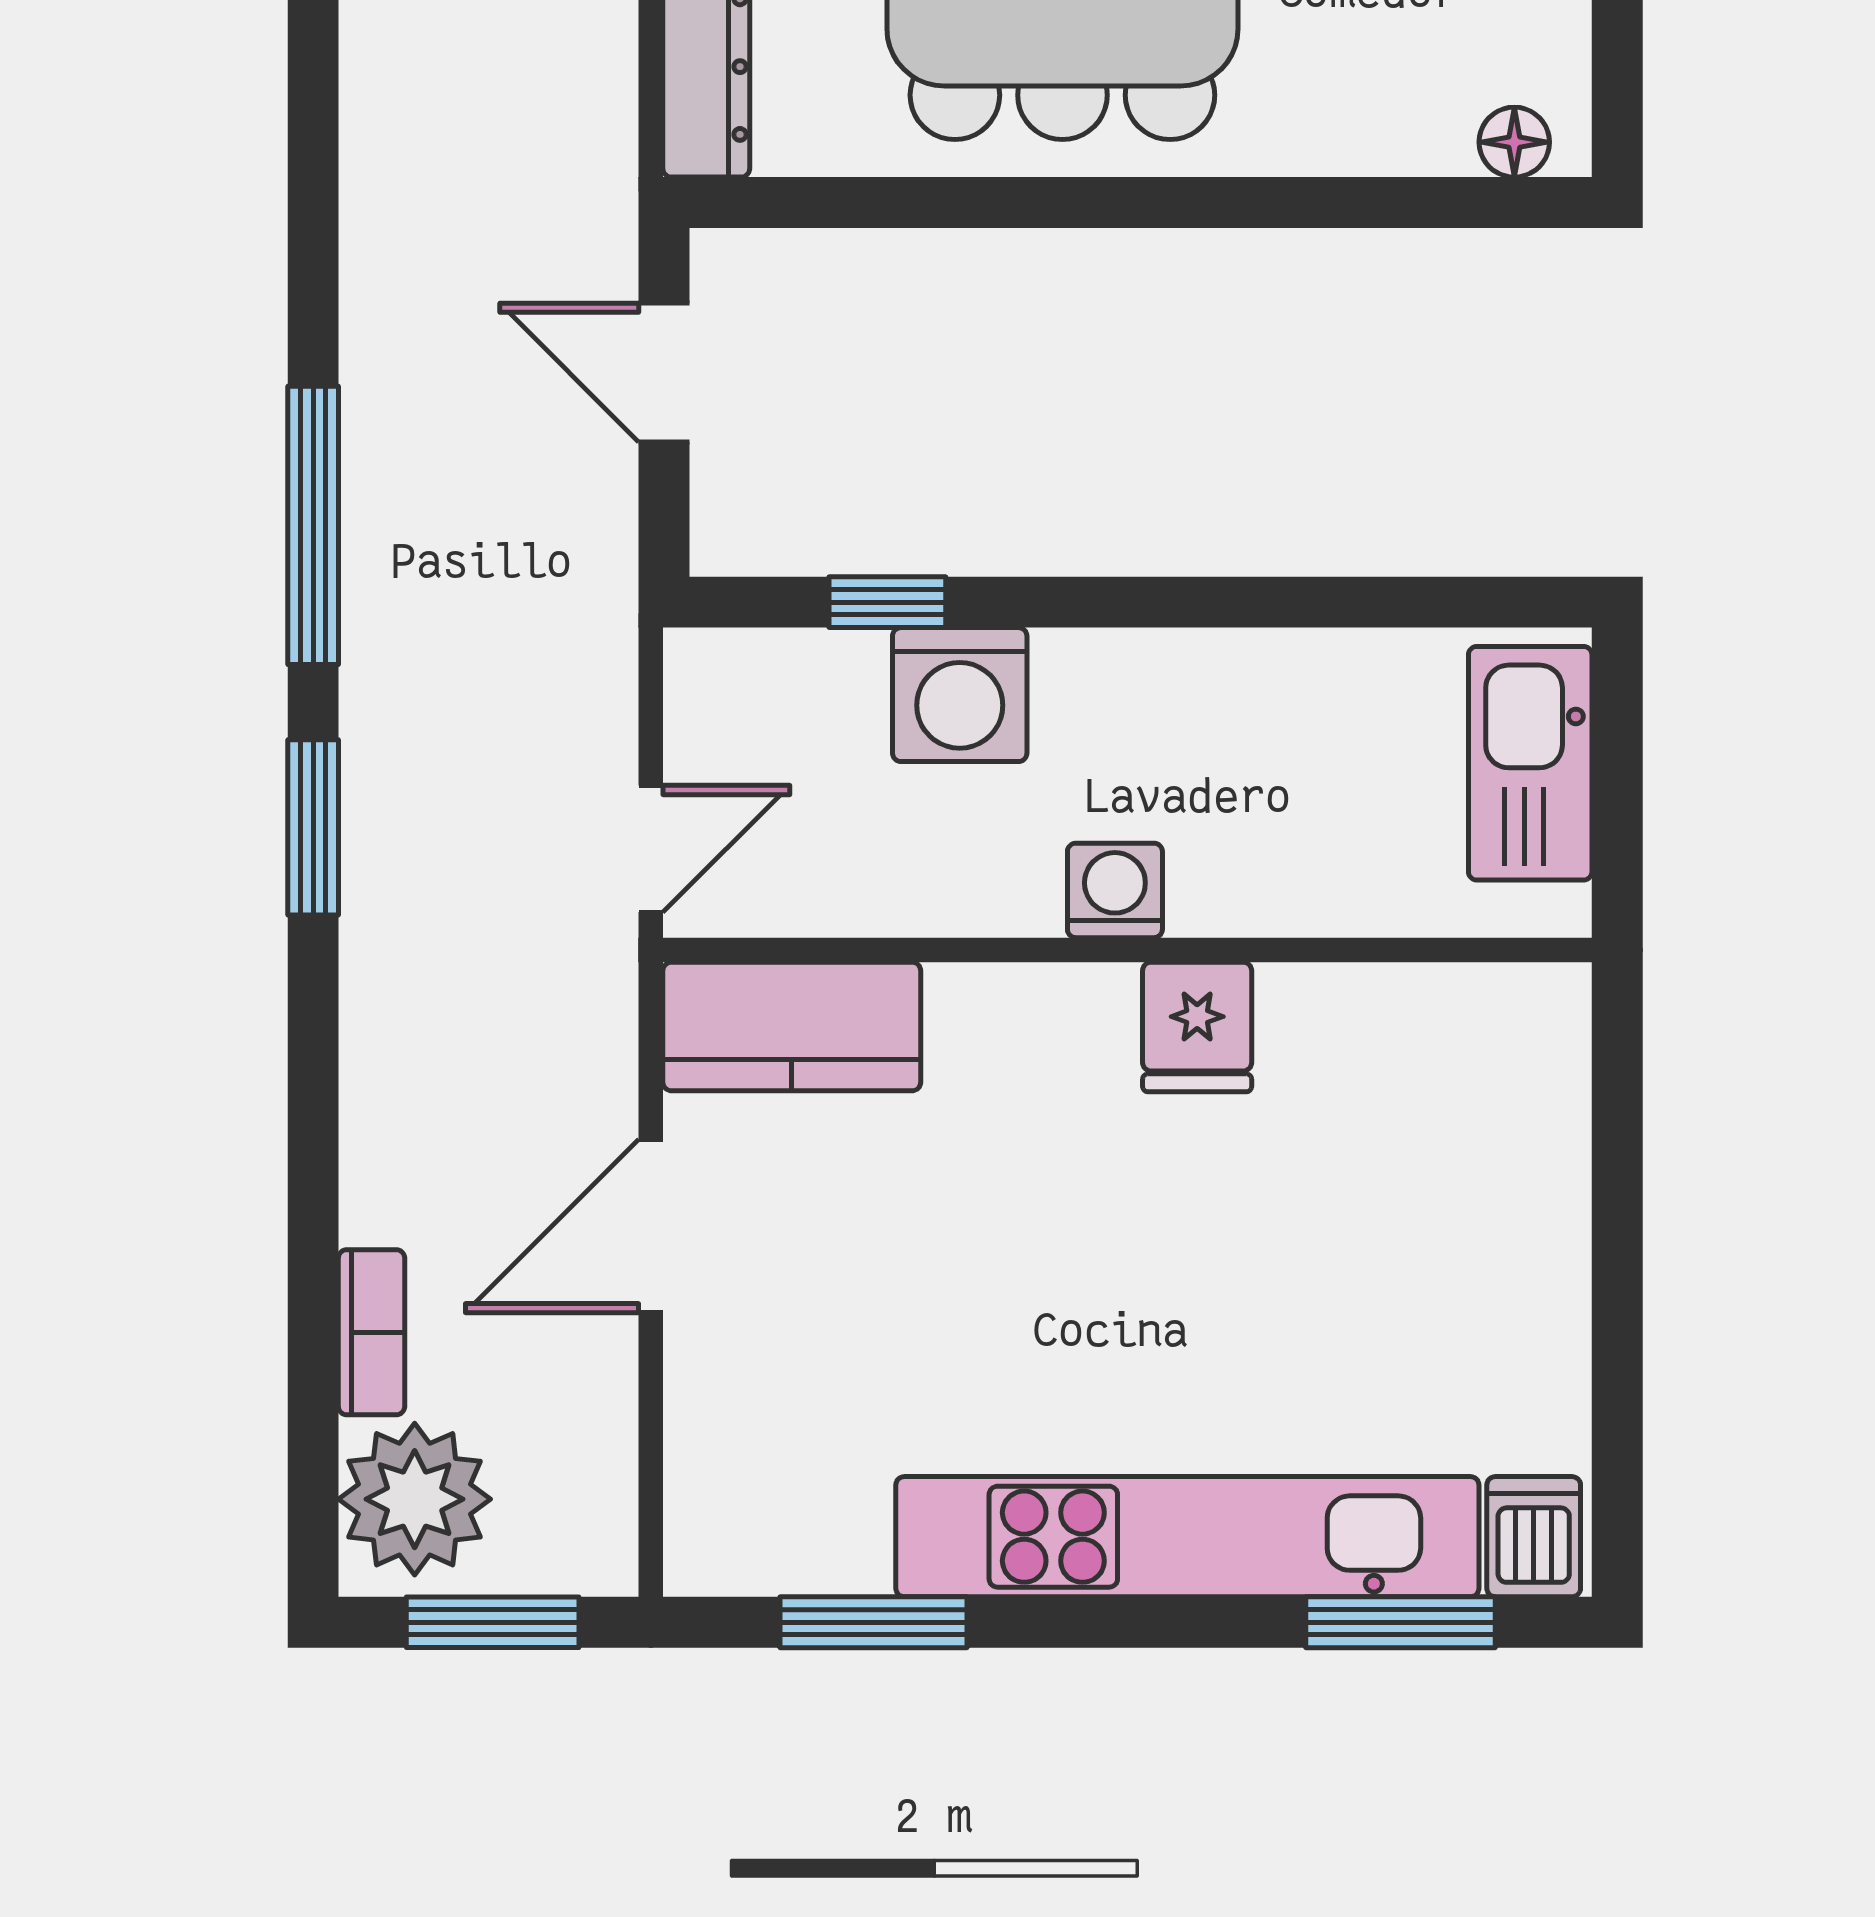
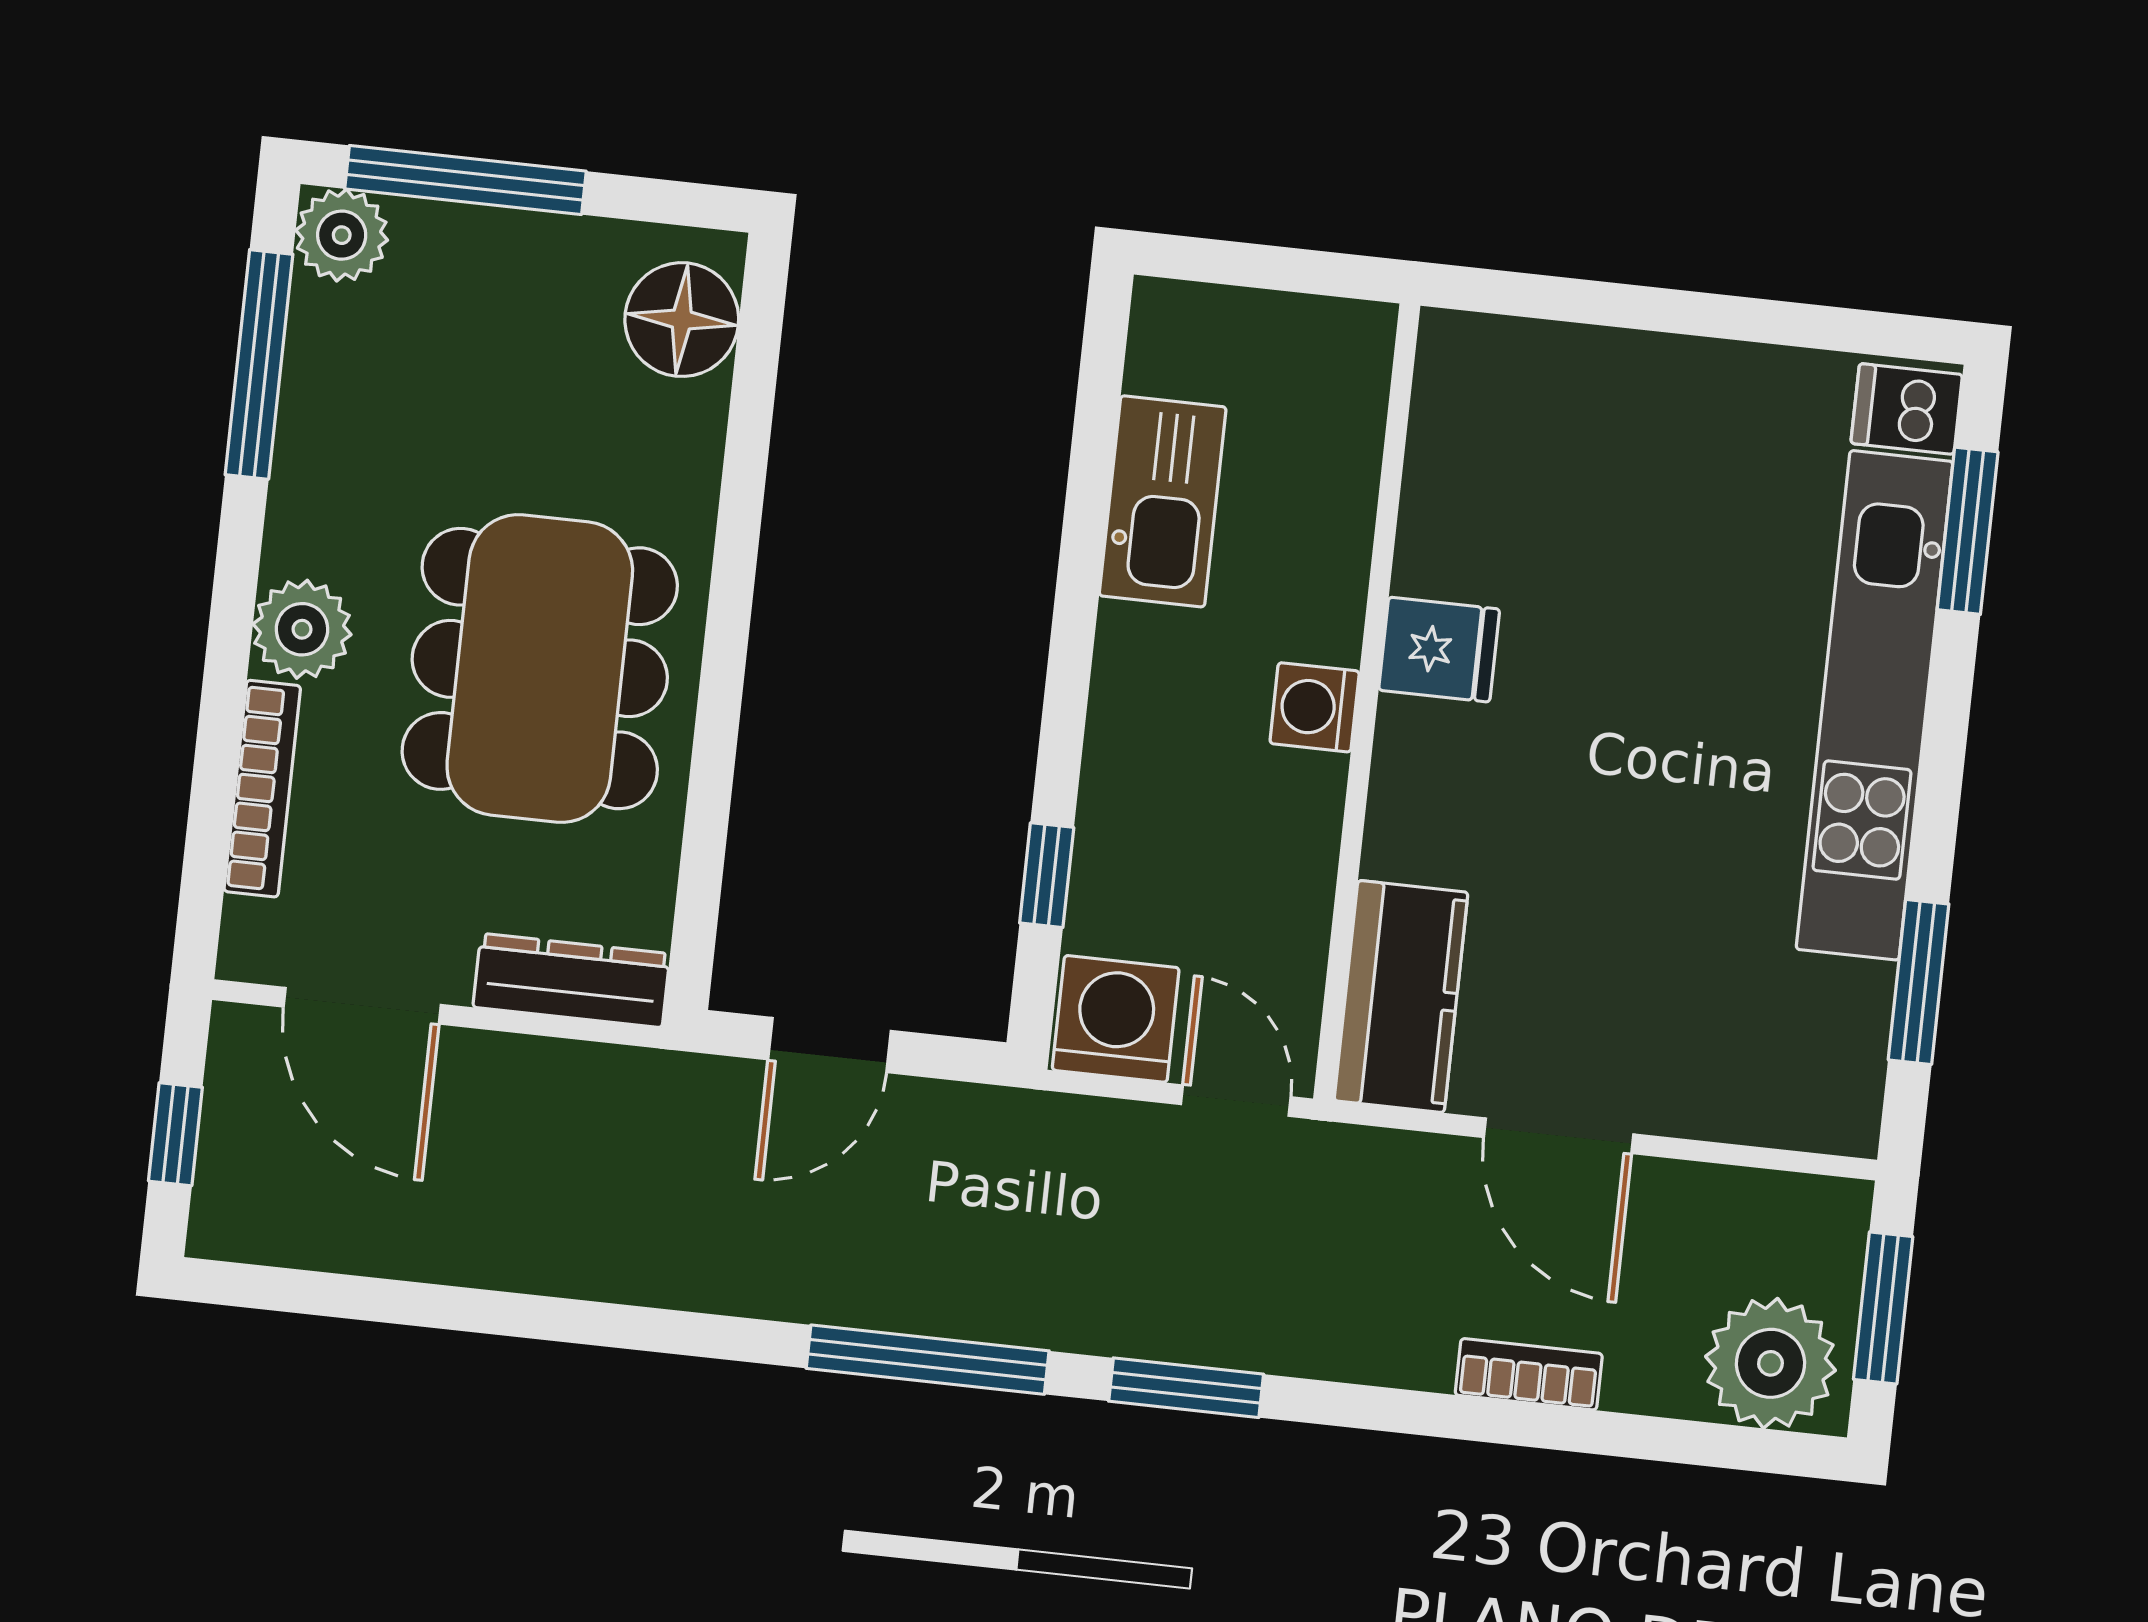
floor lamp: (1514, 142) -> (682, 320), width x1.89, depth x1.89
washing machine: (960, 695) -> (1116, 1019), moved, turned -90
kitchen sink: (1530, 763) -> (1163, 501), moved, turned -90
bookcase: (372, 1332) -> (1529, 1374), moved

